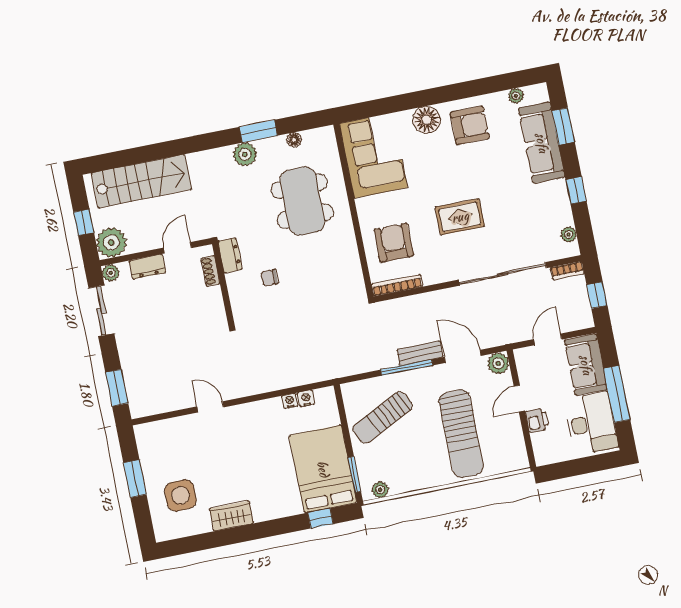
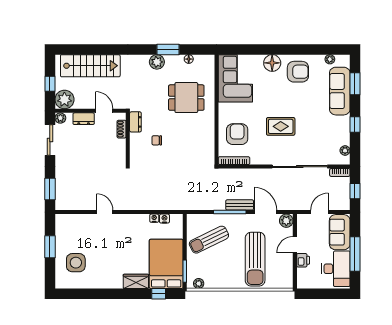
dining table: (302, 201) -> (186, 98), width x0.73
door: (178, 248) -> (104, 111), hinge flipped
wardrobe: (231, 516) -> (136, 281), moved

